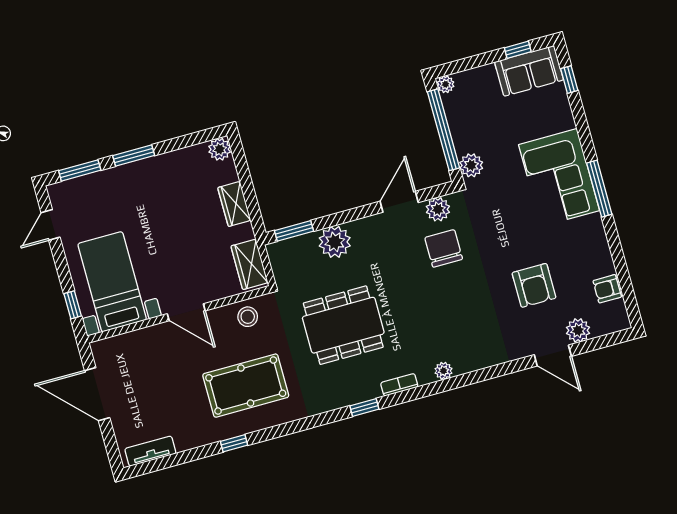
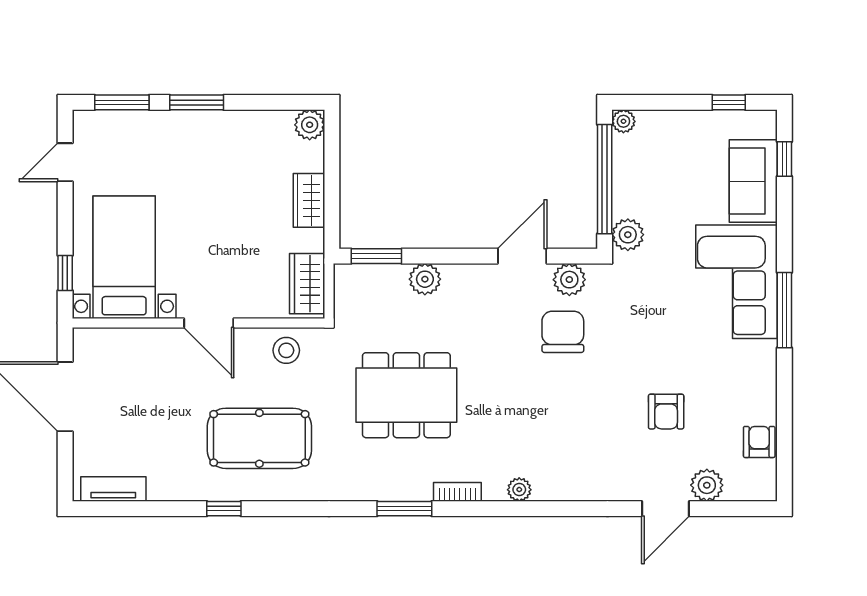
sofa: (529, 71) -> (753, 181), moved, turned 90
plant: (335, 242) -> (425, 279), width x0.73, depth x0.73
armchair: (534, 285) -> (666, 412), width x0.72, depth x0.72
armchair: (607, 289) -> (759, 442), turned 90
door: (553, 356) -> (666, 509), hinge flipped
window: (364, 407) -> (404, 509), width x1.50

